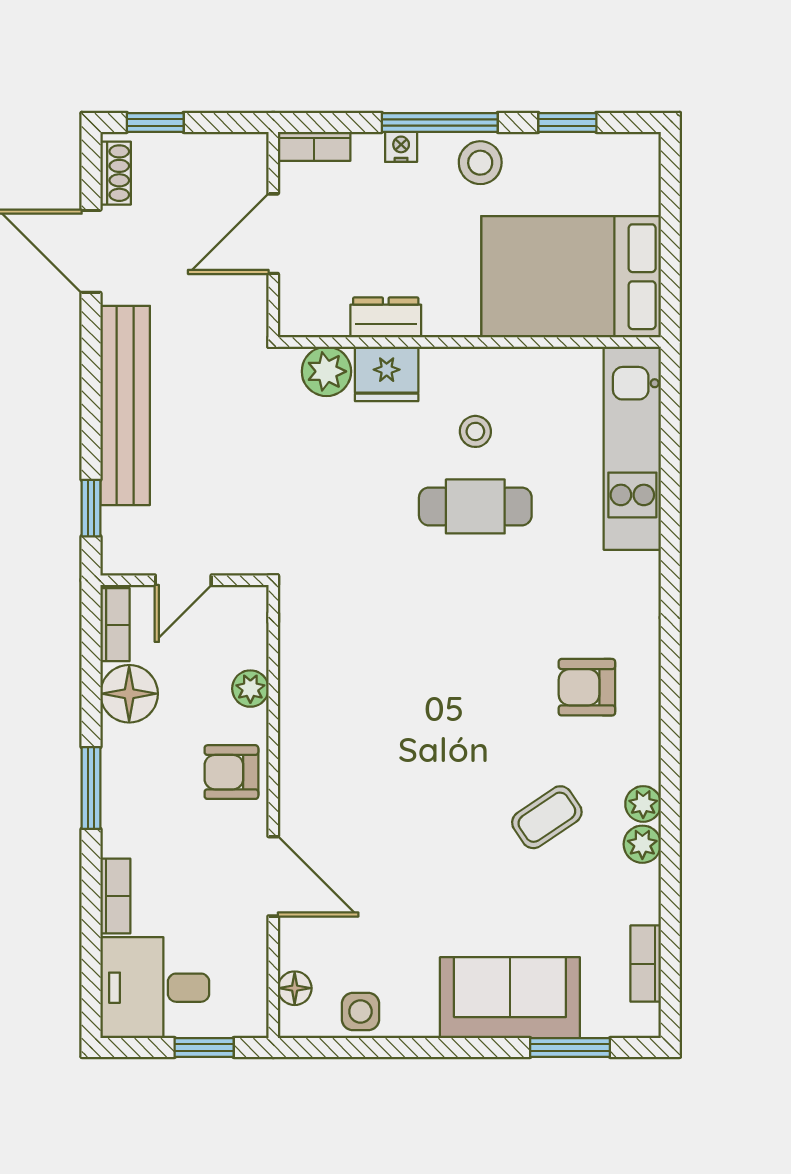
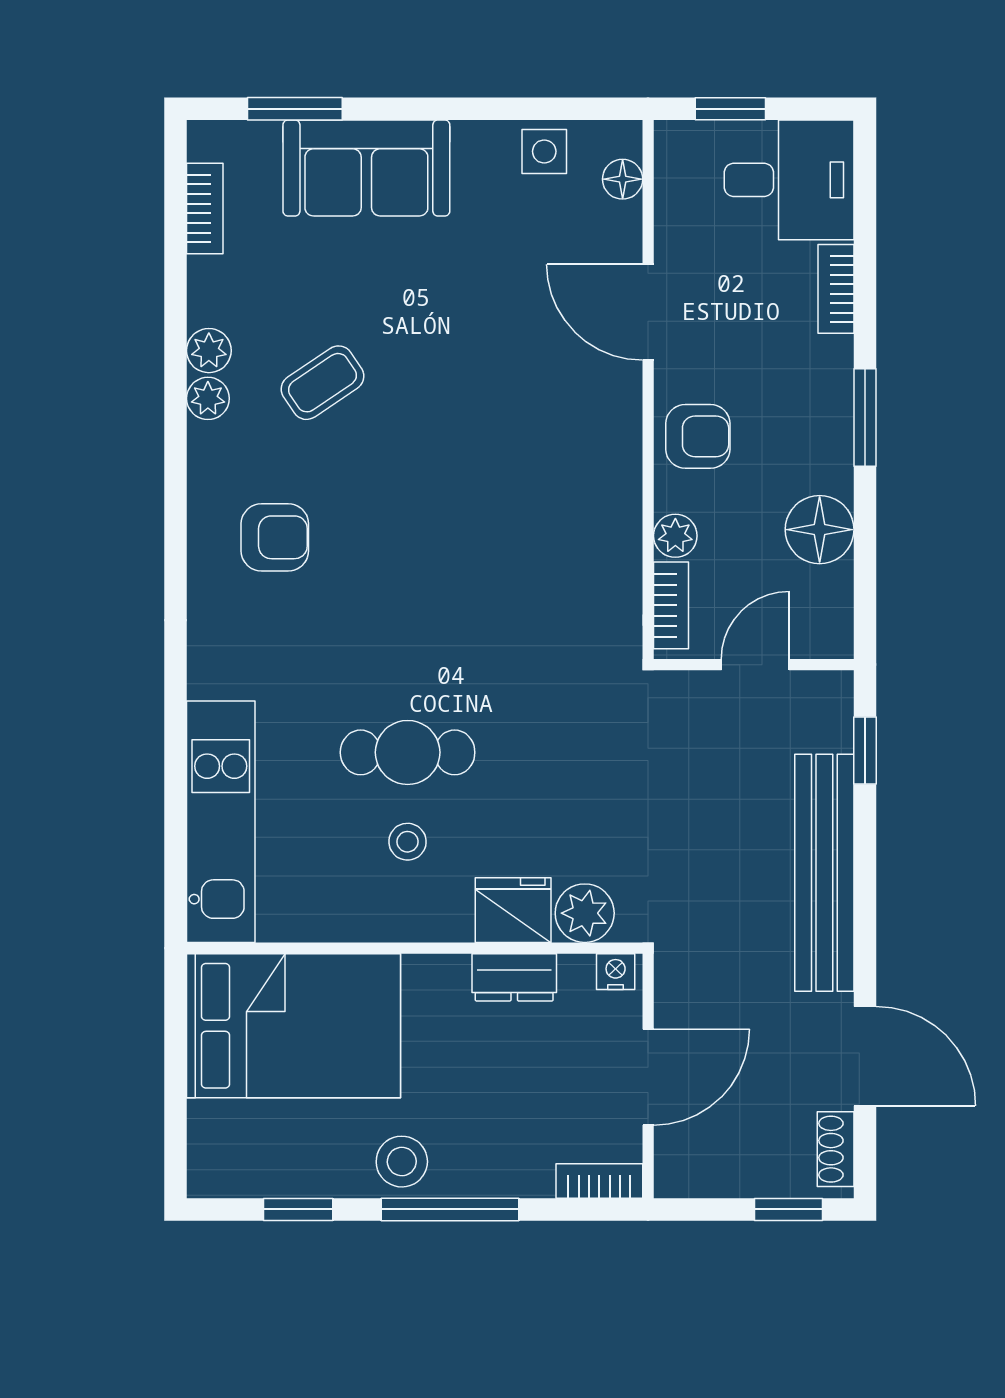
nightstand: (401, 147) -> (616, 972), moved, turned 180
bookcase: (115, 625) -> (671, 605), moved, turned 180

